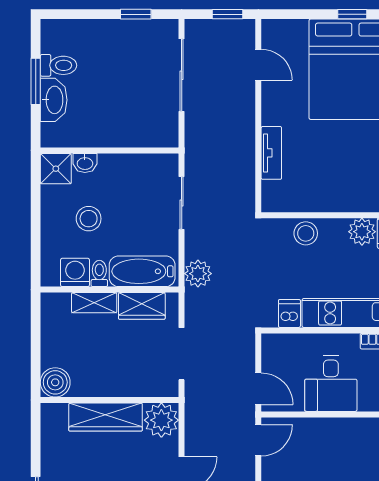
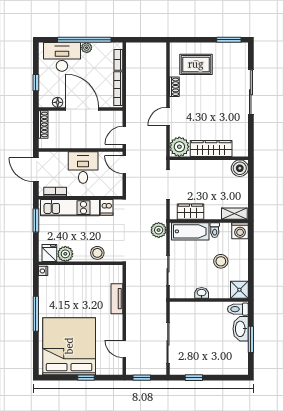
window: (352, 14) -> (86, 378), moved
toilet: (59, 65) -> (238, 309), moved
washbasin: (85, 163) -> (202, 293), moved
washing machine: (75, 272) -> (240, 231), moved
shelving: (94, 303) -> (234, 214), moved

